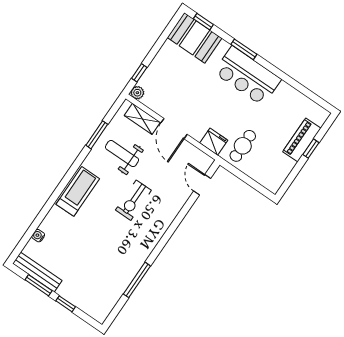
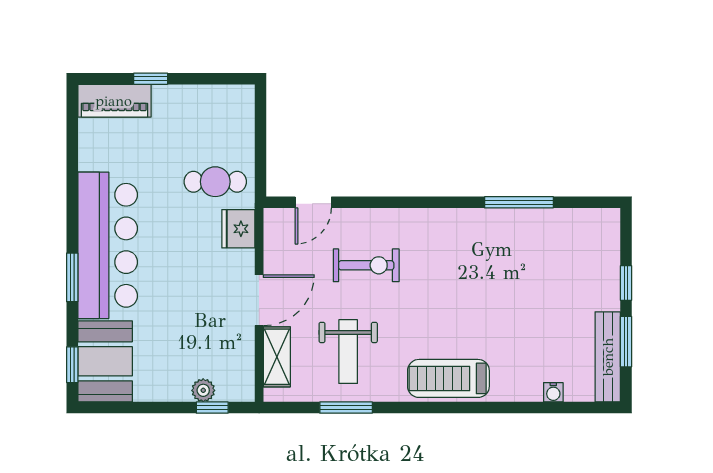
bar counter: (247, 76) -> (108, 245), width x1.36
plant: (137, 93) -> (203, 390), moved
piano: (302, 140) -> (114, 101), moved
exercise bike: (133, 200) -> (366, 265), moved

